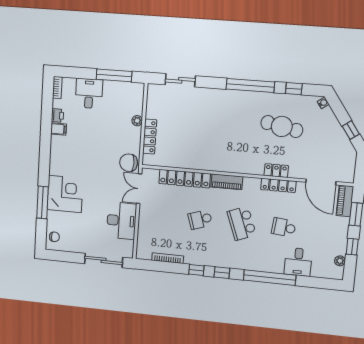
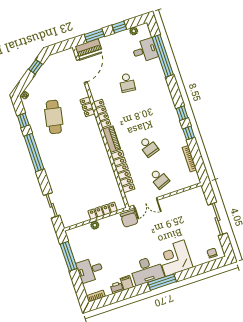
locker: (278, 185) -> (102, 113), moved
window: (42, 202) -> (162, 282), moved
desk: (121, 221) -> (147, 270), moved, turned 180
school desk: (242, 223) -> (159, 179), moved, width x0.54
sliding door: (104, 260) -> (217, 219), moved
desk: (298, 262) -> (145, 50), moved
window: (270, 278) -> (163, 56), moved

